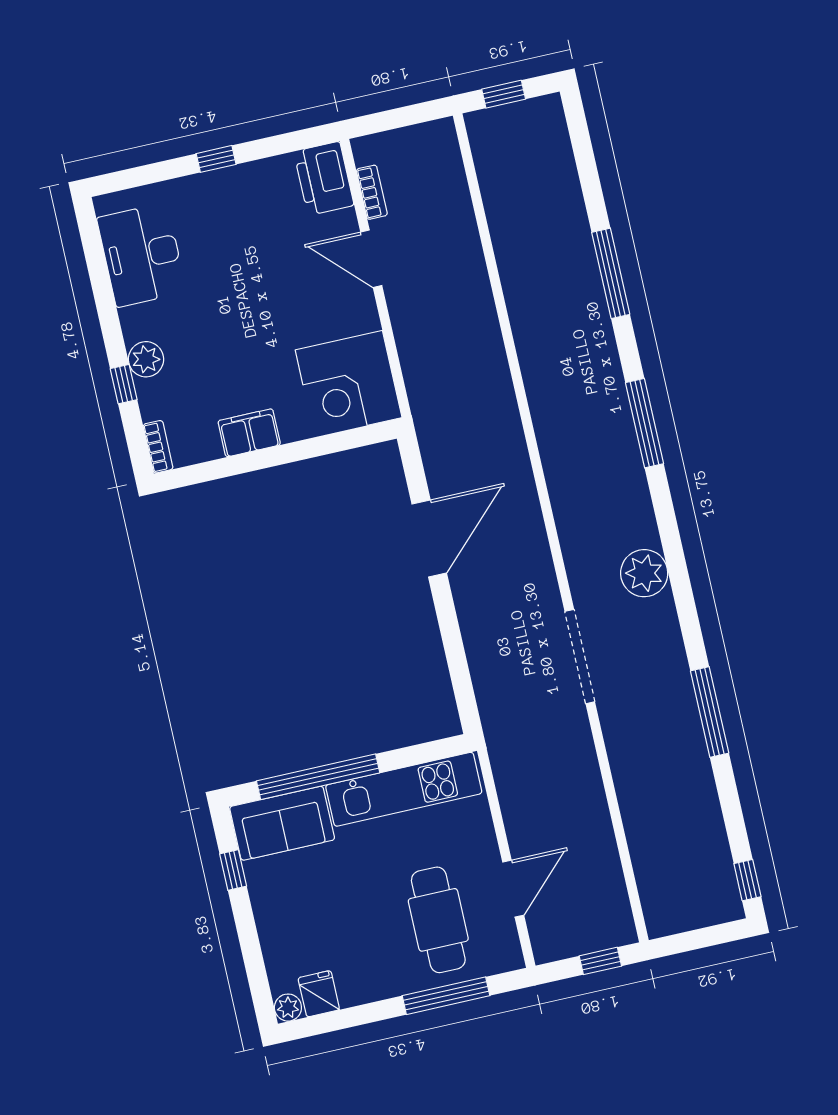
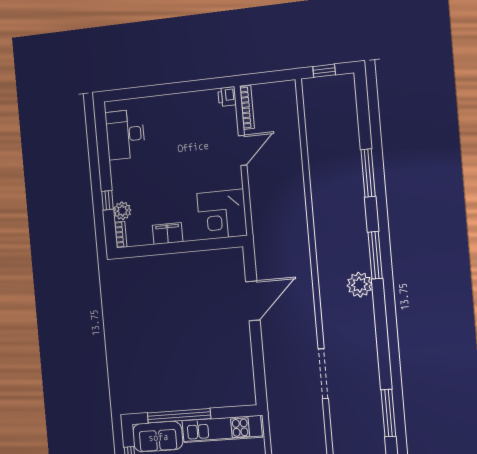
window: (216, 159) -> (170, 89), removed
printer: (324, 178) -> (227, 97), width x0.53, depth x0.68
bookcase: (372, 192) -> (247, 108), width x1.56
door: (371, 259) -> (243, 150), swing flipped
plant: (146, 359) -> (122, 211), moved
plant: (644, 573) -> (359, 285), moved

